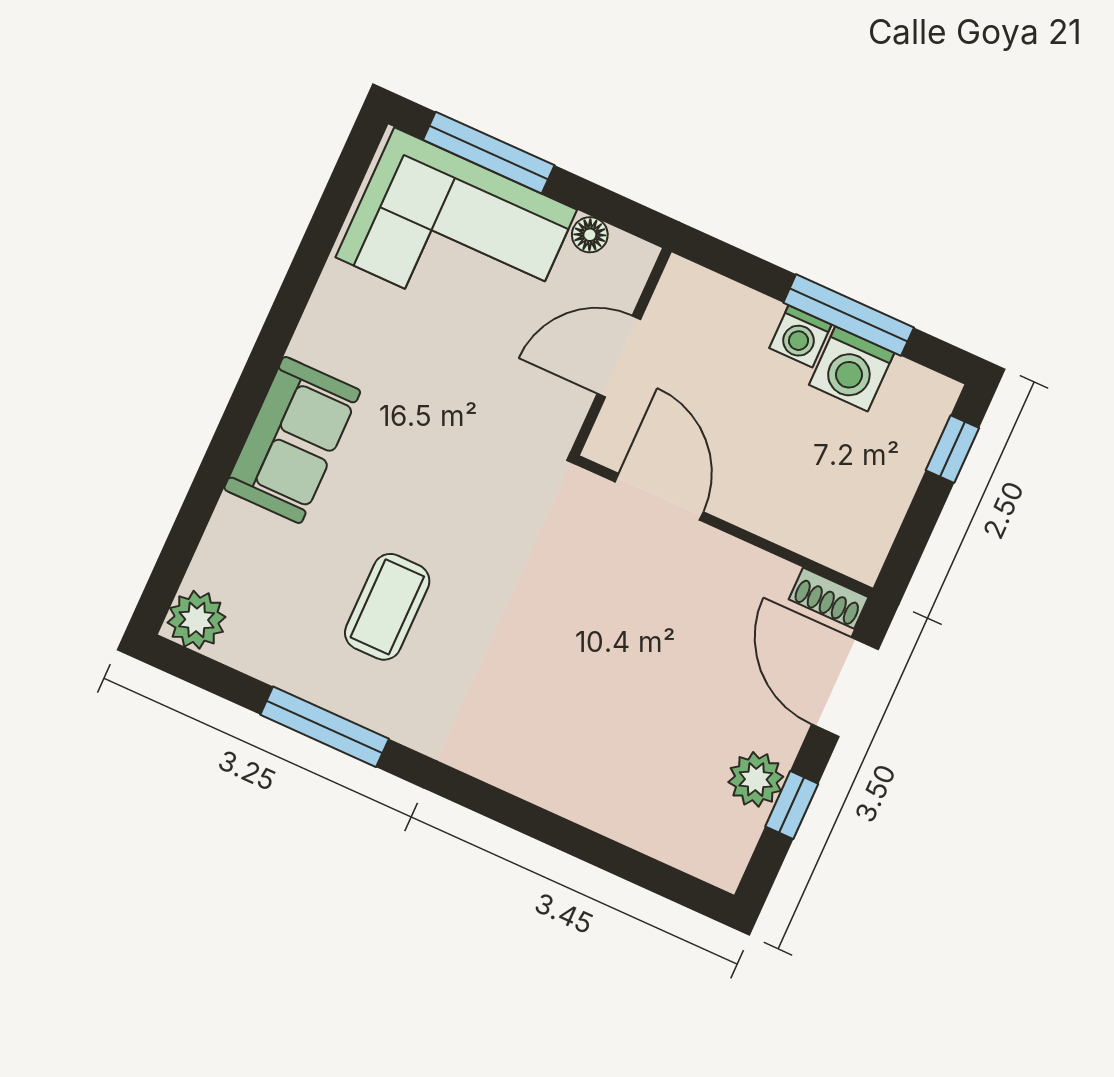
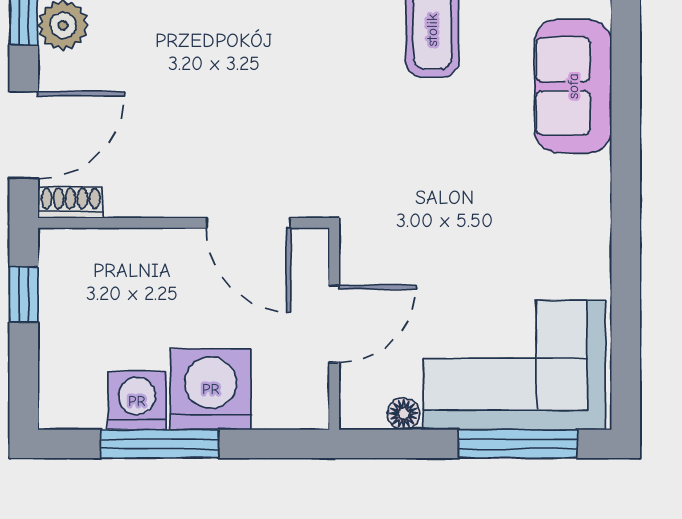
washing machine: (800, 336) -> (211, 389), width x1.89, depth x1.89
sofa: (292, 440) -> (573, 86), moved
window: (952, 449) -> (24, 295), moved
door: (845, 687) -> (24, 135), hinge flipped

